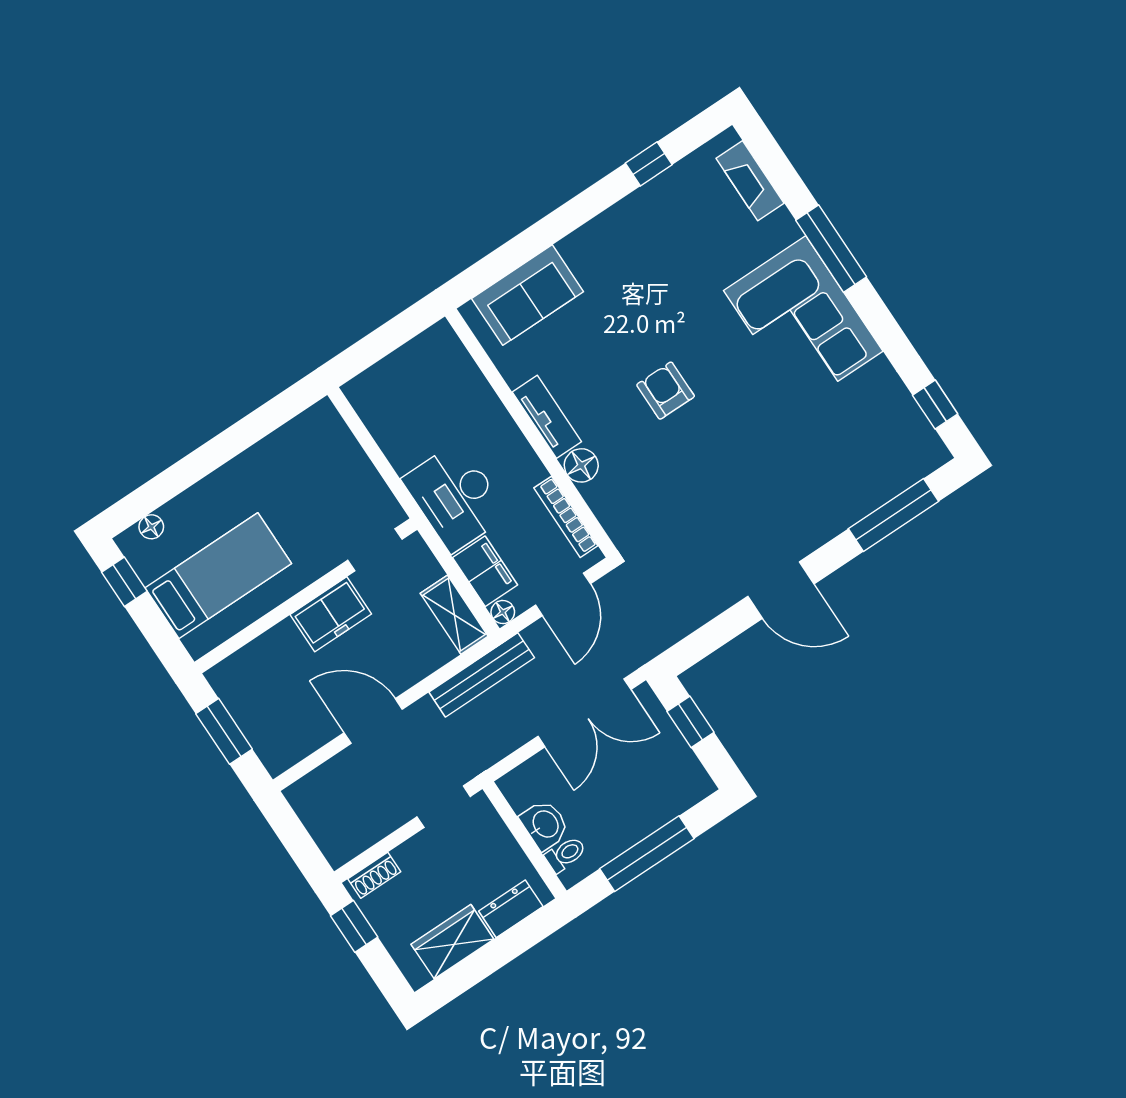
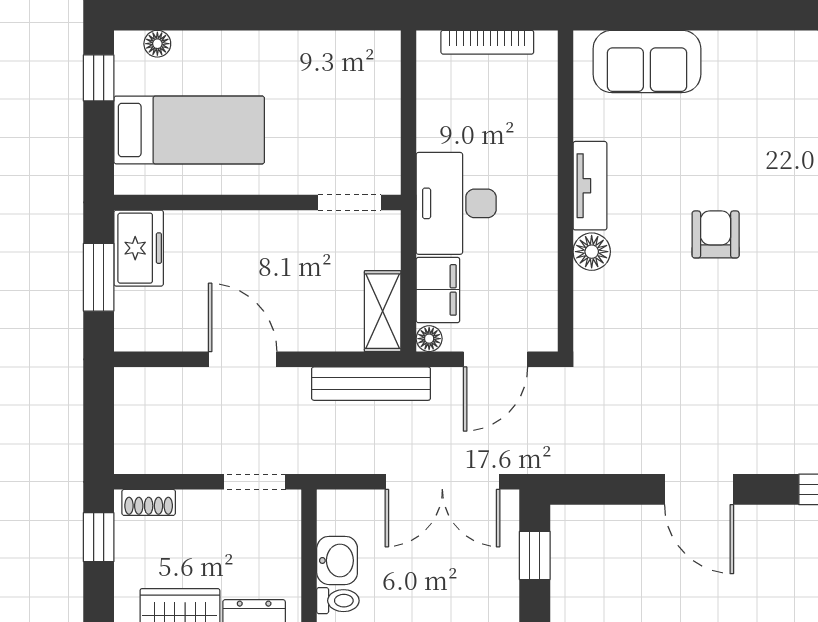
bookcase: (566, 517) -> (487, 42), moved, turned -90
freezer: (331, 614) -> (139, 248), moved, turned -90

